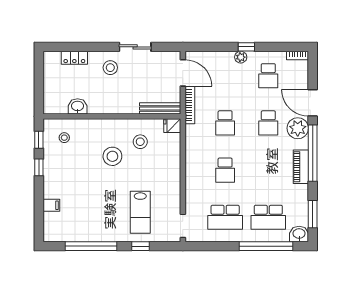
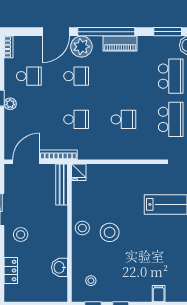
stool: (140, 142) -> (82, 228), moved

